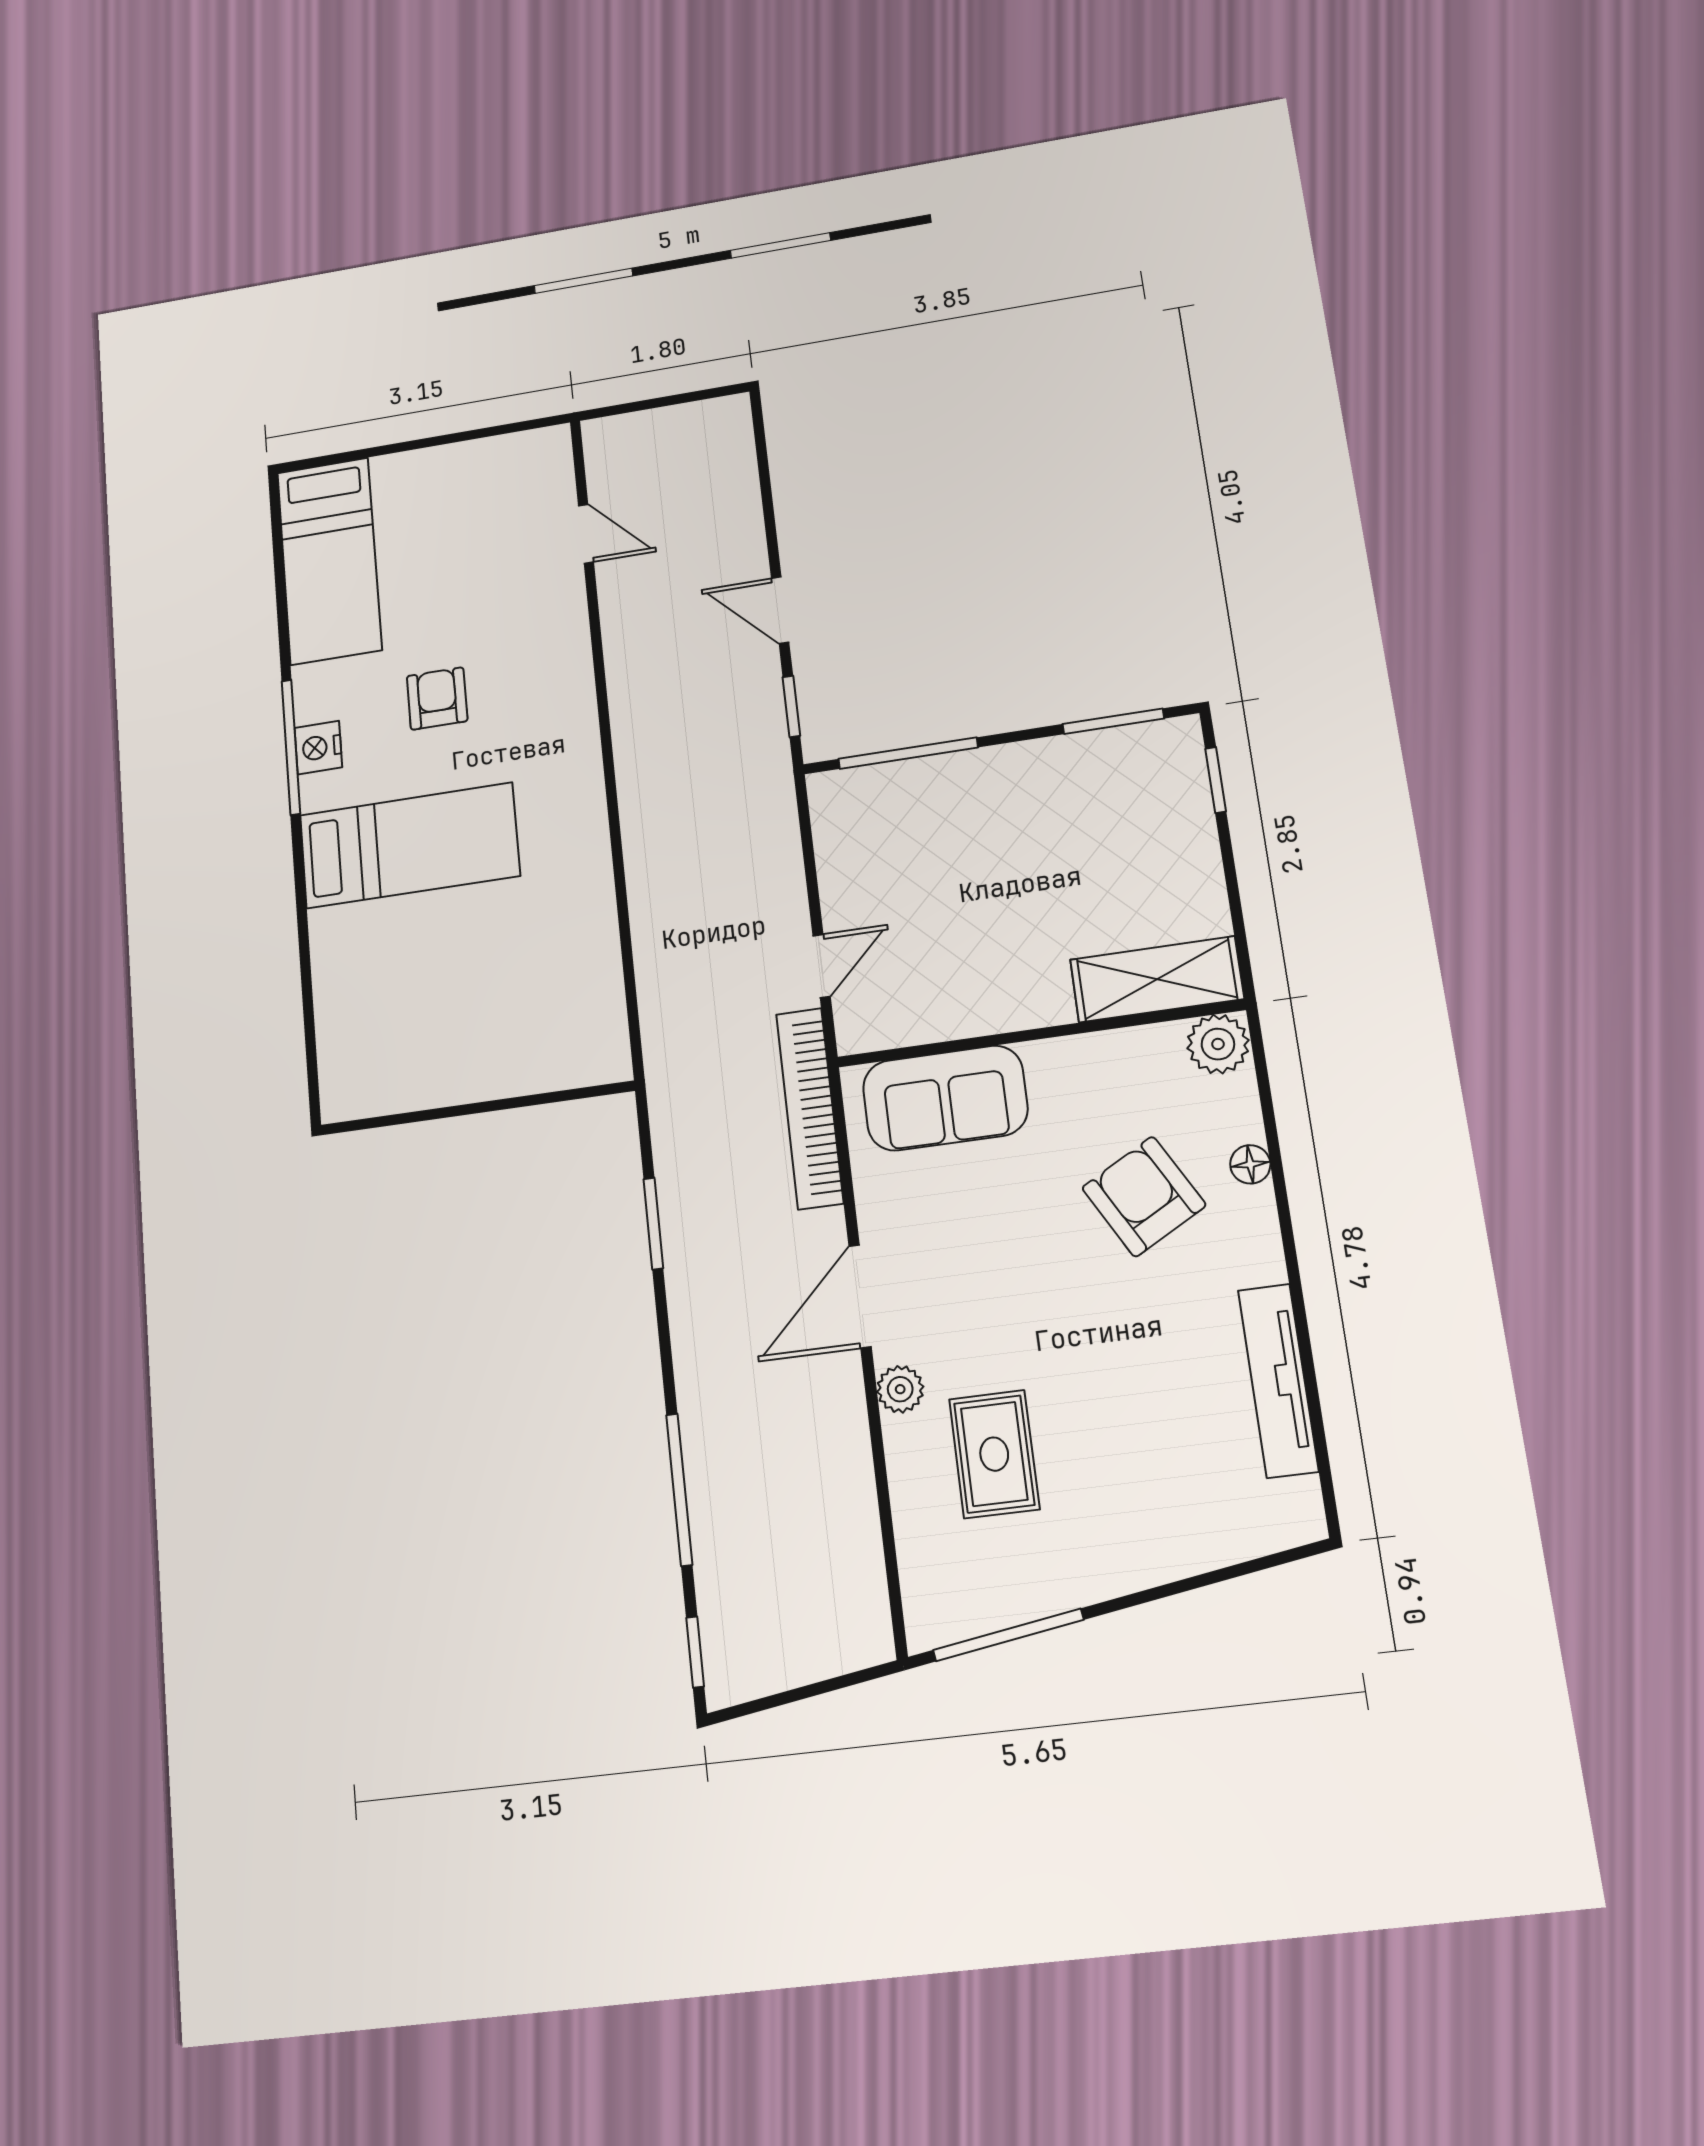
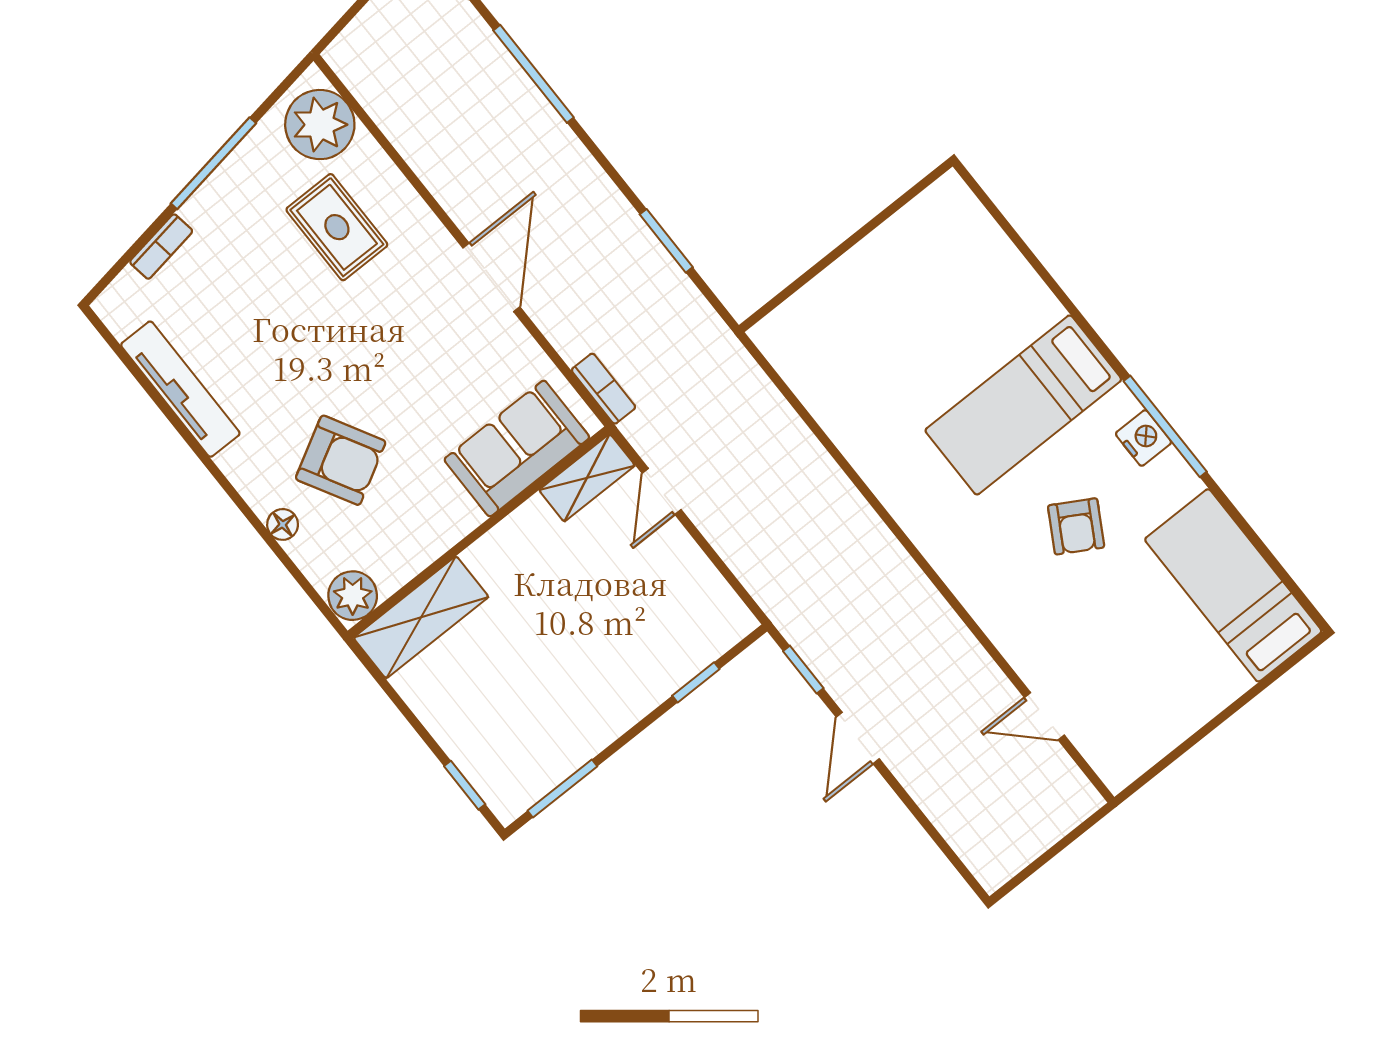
door: (780, 610) -> (858, 738), swing flipped
armchair: (437, 699) -> (1076, 526), turned 30
window: (908, 753) -> (696, 682), width x0.46
shelving: (890, 1025) -> (587, 478), added
bookcase: (810, 1108) -> (603, 389), width x0.43, depth x0.76
plant: (900, 1389) -> (320, 125), moved, width x1.87, depth x1.87
bookcase: (1206, 1554) -> (161, 247), added
window: (1008, 1635) -> (213, 163), moved

